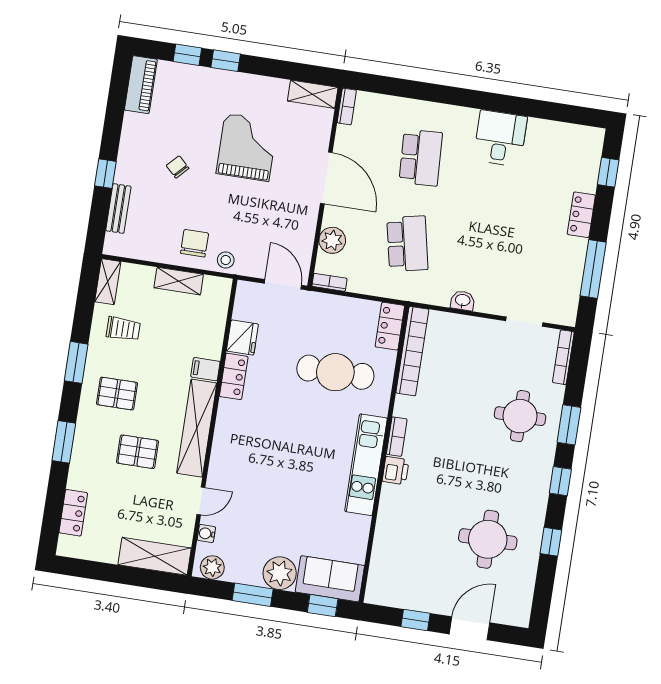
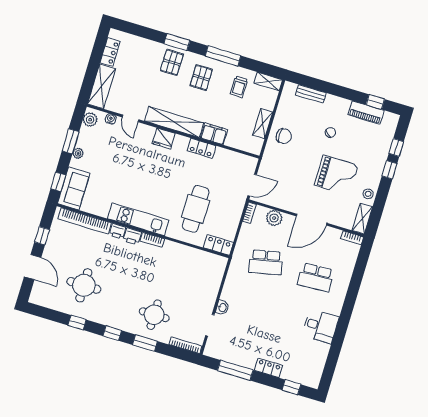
piano: (141, 85) -> (366, 113), moved
window: (105, 174) -> (375, 102), moved
stool: (226, 260) -> (368, 194), moved
washbasin: (463, 301) -> (222, 307), moved
fridge: (242, 338) -> (164, 138), moved
bookcase: (412, 351) -> (85, 221), moved
window: (76, 362) -> (223, 56), width x1.44
filing cabinet: (205, 369) -> (214, 134), width x2.00
pallet: (138, 452) -> (172, 62), moved
printer: (390, 496) -> (117, 231), added
locker: (73, 513) -> (110, 52), moved, turned -90
plant: (280, 573) -> (78, 153), width x0.53, depth x0.53

